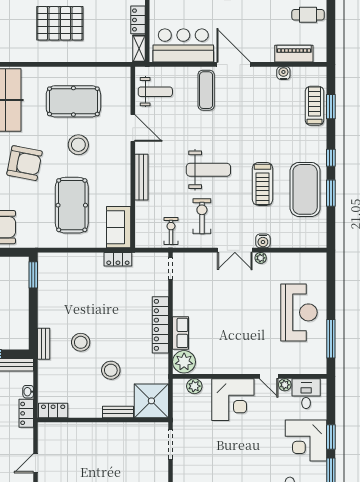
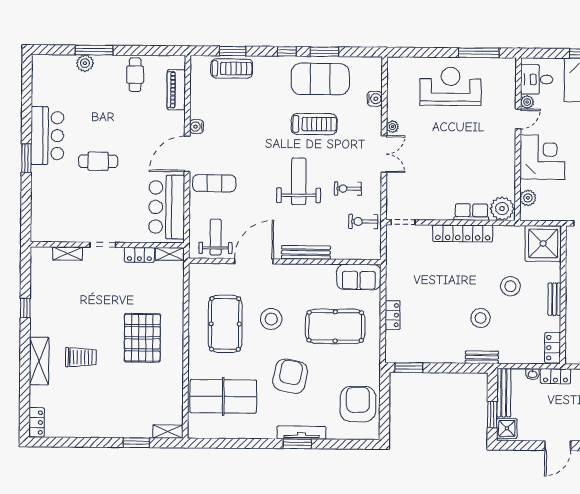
water cooler: (283, 73) -> (197, 127), moved
treadmill: (314, 106) -> (232, 68), turned 180
door: (133, 128) -> (254, 261), width x1.36
exercise bike: (202, 216) -> (348, 189), width x0.73, depth x0.72
water cooler: (263, 241) -> (375, 99), moved
locker: (118, 259) -> (393, 315), moved
bench: (118, 412) -> (554, 299), moved

